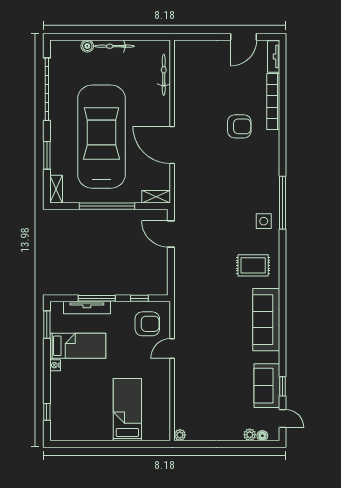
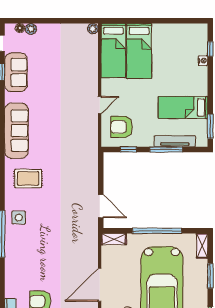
door: (172, 145) -> (100, 285), swing flipped
nightstand: (55, 365) -> (203, 61), moved
bed: (156, 410) -> (113, 51), added

